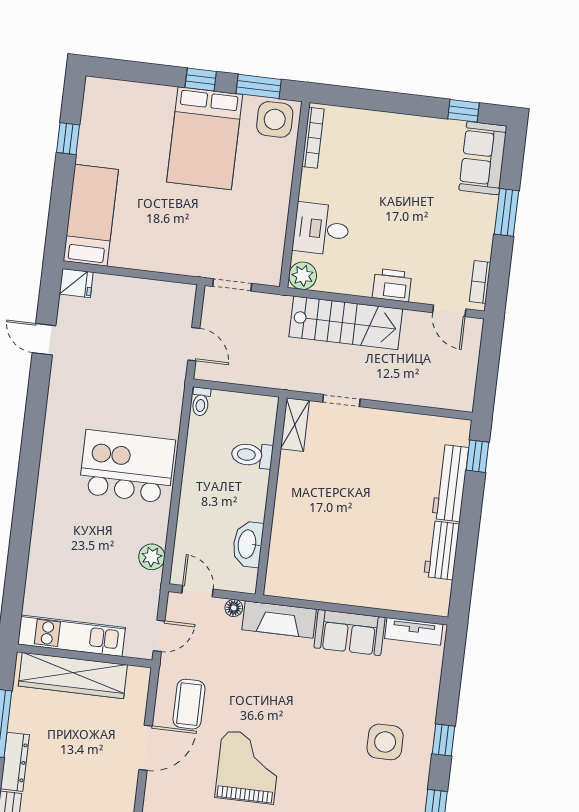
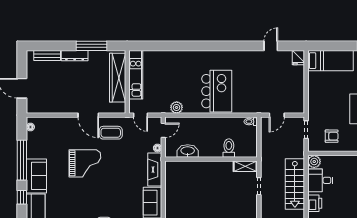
desk: (321, 229) -> (320, 180), moved, turned -90
armchair: (253, 232) -> (332, 136), added

